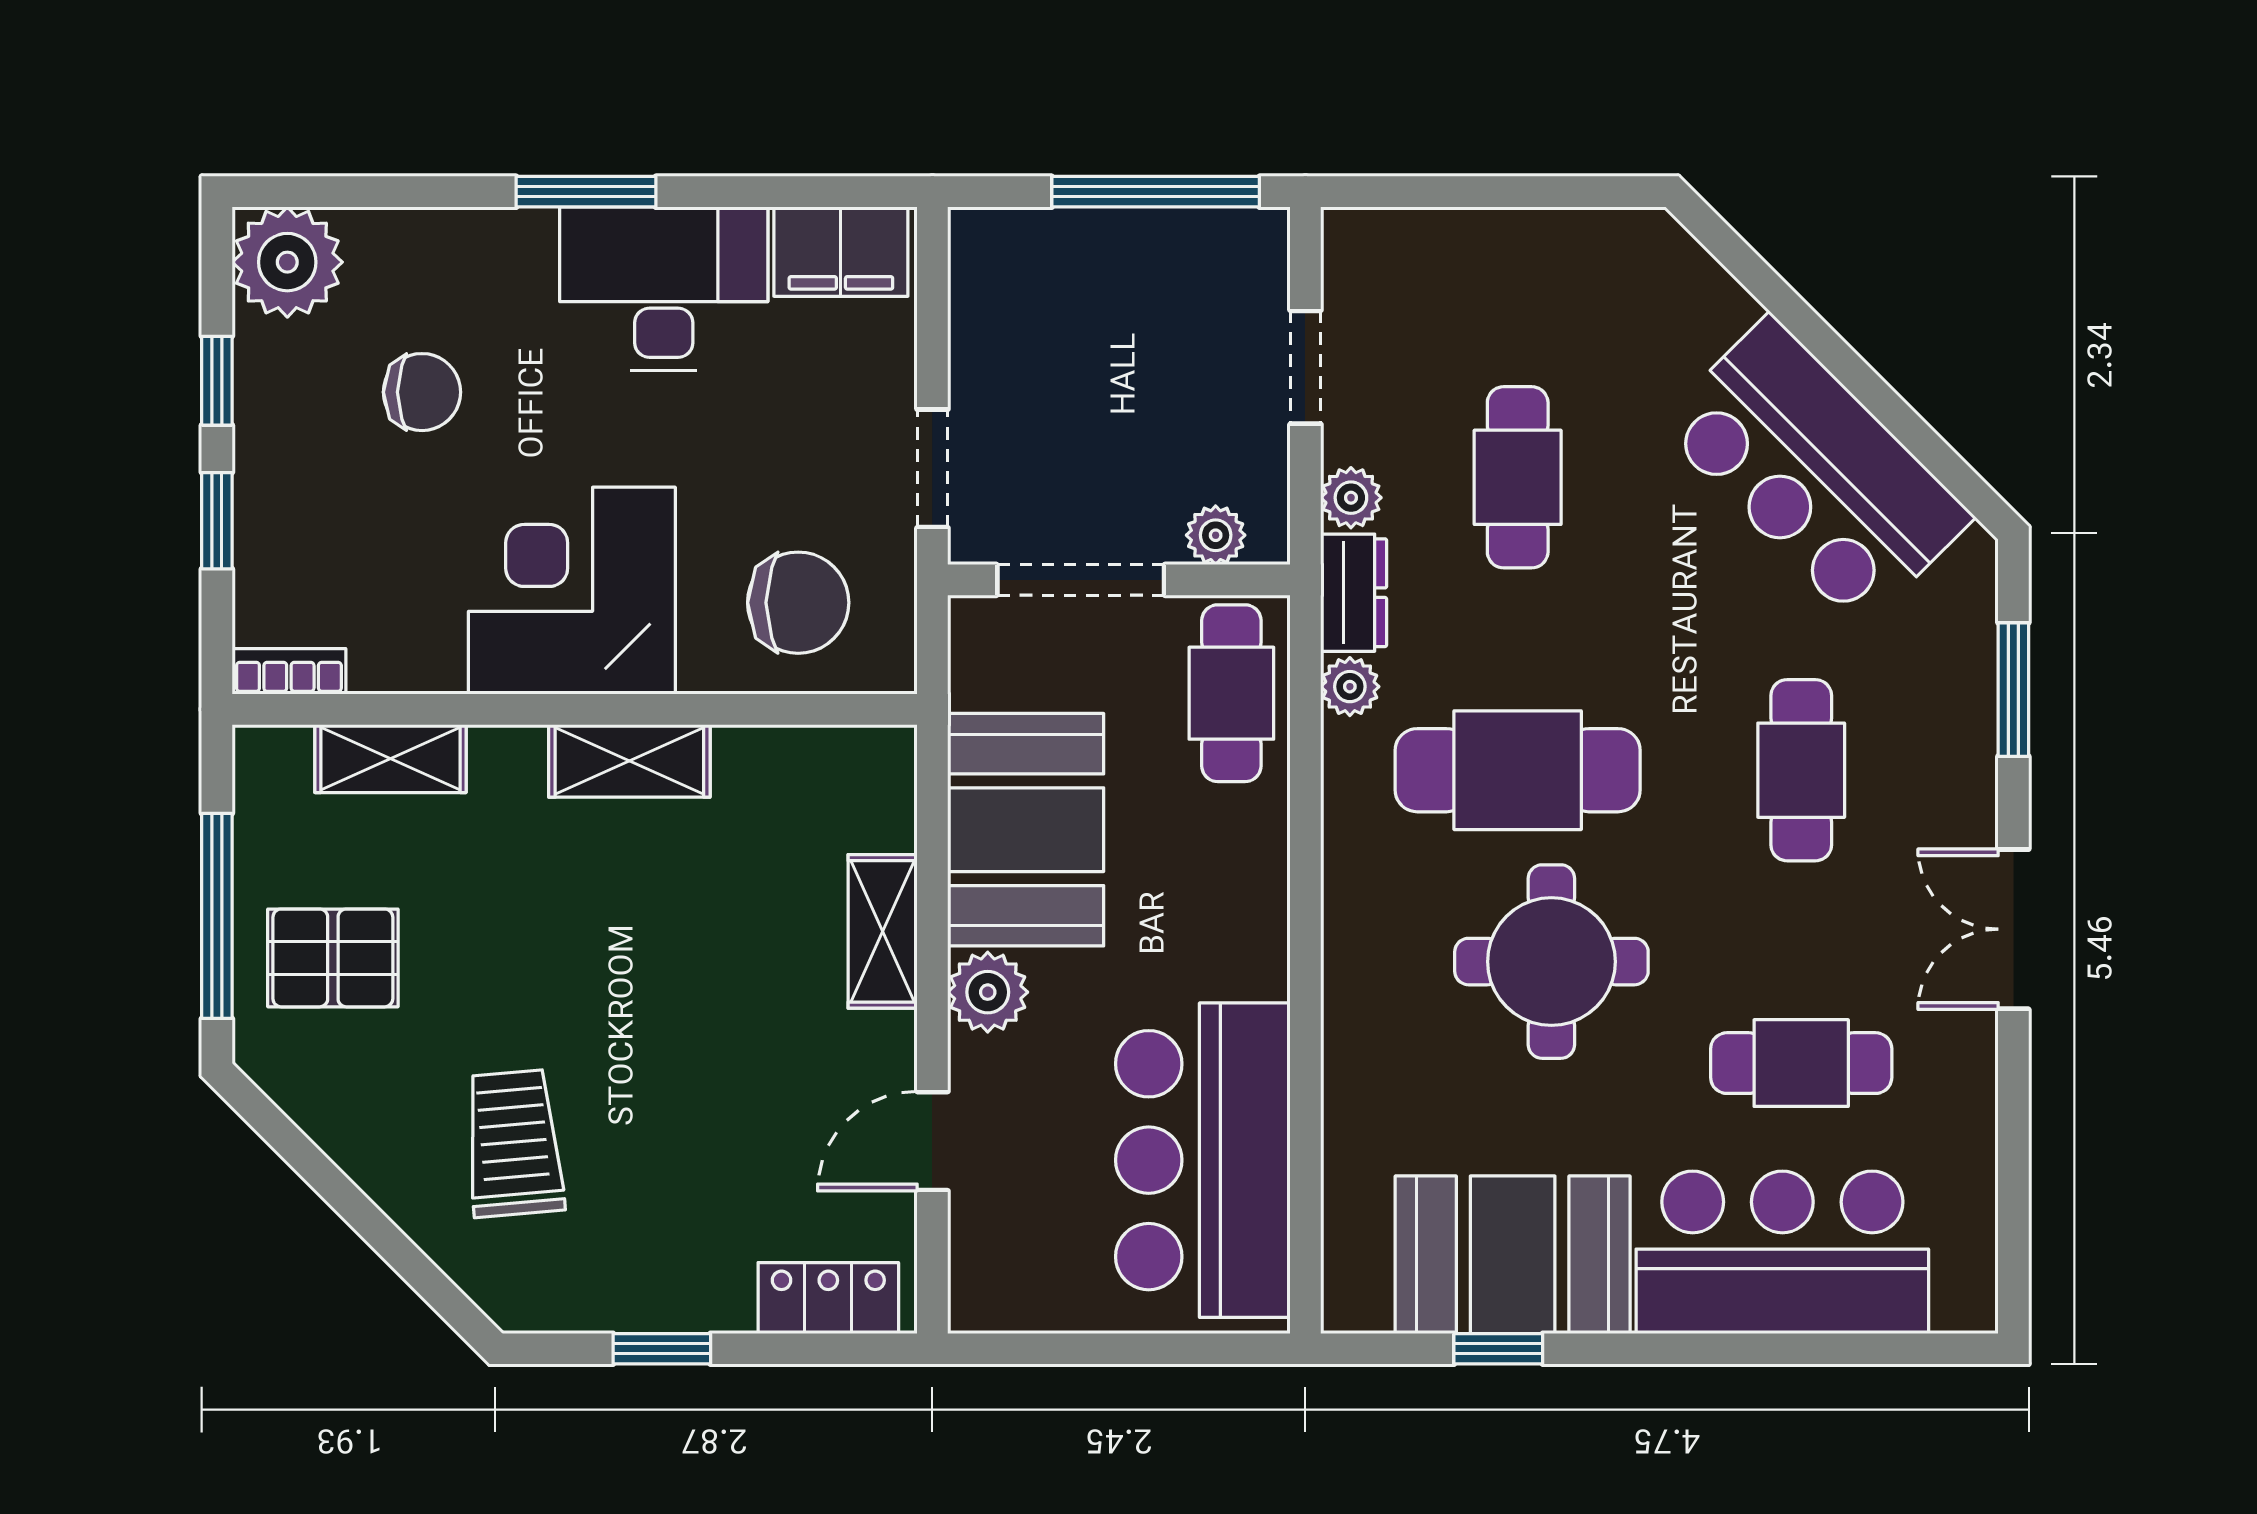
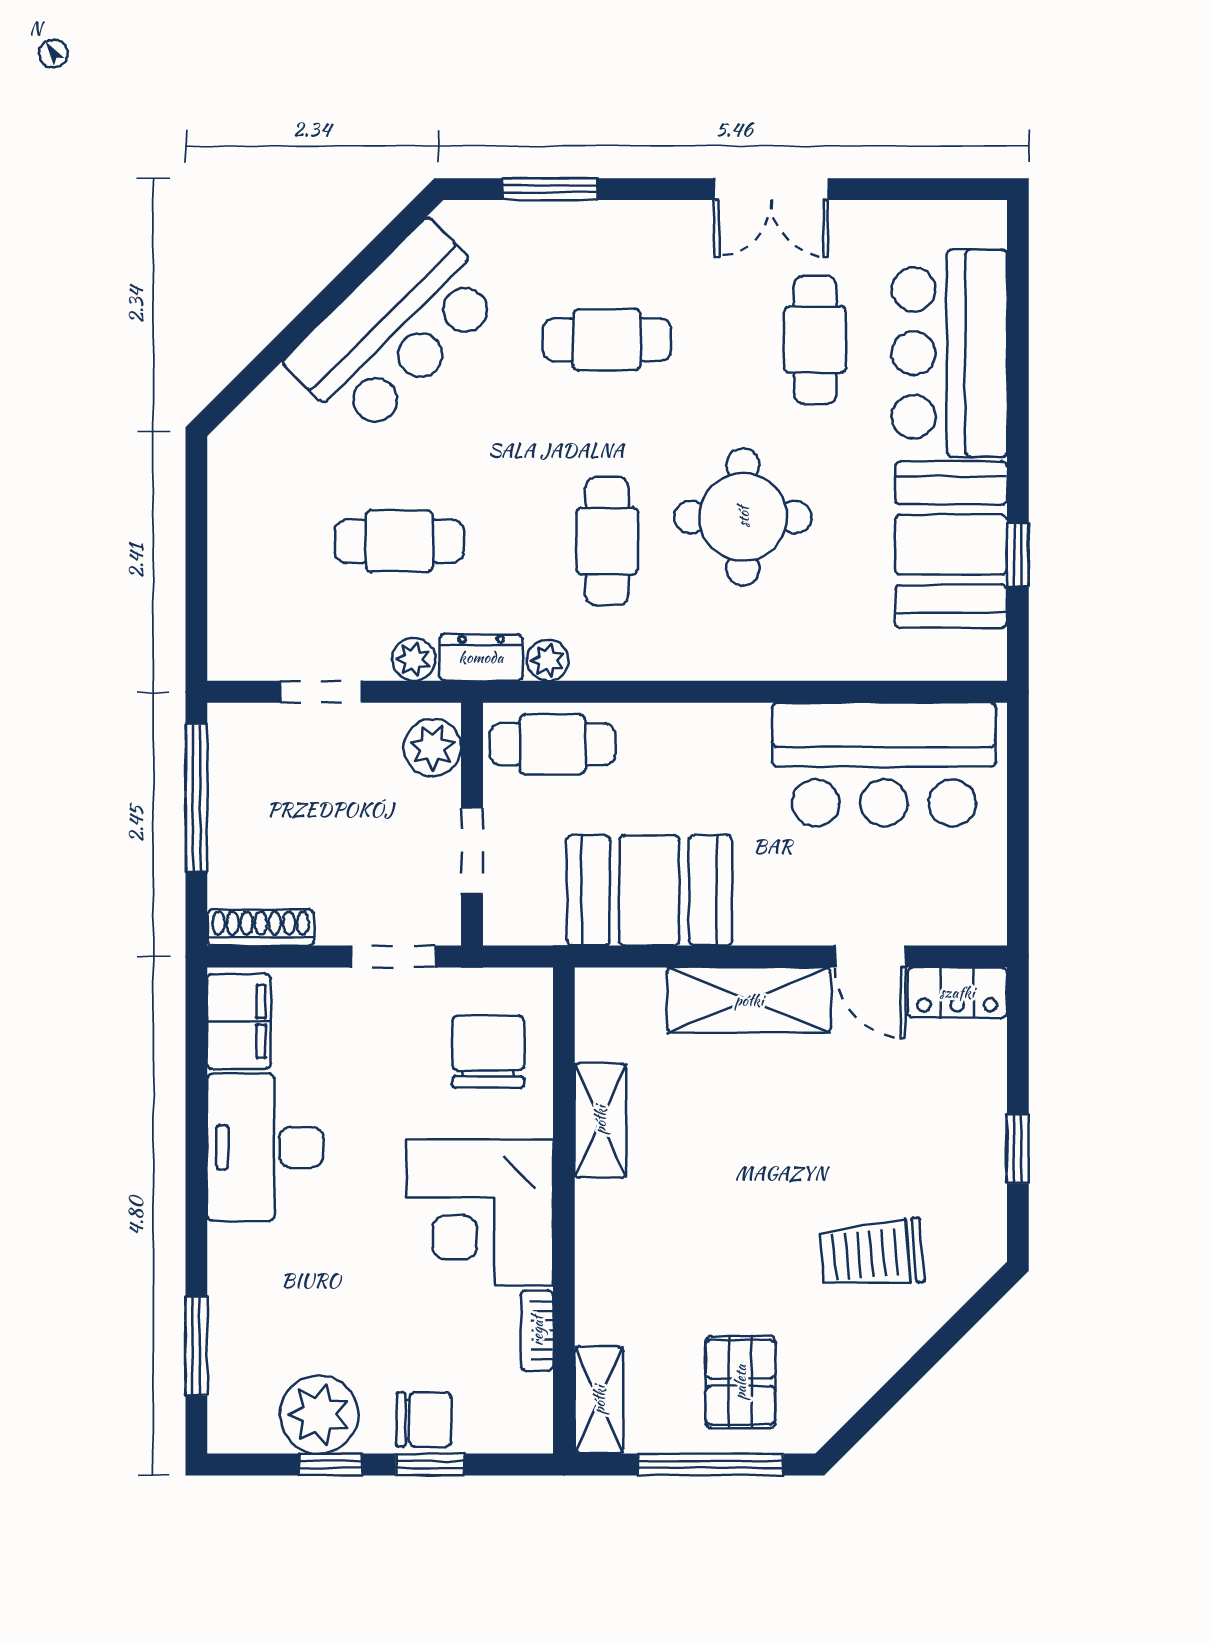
window: (586, 192) -> (196, 1346), moved
plant: (287, 262) -> (319, 1414), moved
shoe rack: (973, 282) -> (261, 927), added
chair: (422, 392) -> (424, 1419), moved, turned 90
plant: (1216, 535) -> (432, 748), width x1.38, depth x1.38
doorway: (1081, 580) -> (472, 851), width x0.73
bookcase: (289, 671) -> (537, 1331), moved
shelving: (390, 759) -> (599, 1400), moved
shelving: (629, 761) -> (600, 1120), moved
cafe table: (1518, 770) -> (607, 541), width x0.73, depth x0.74
double door: (2013, 929) -> (771, 189), moved
shelving: (883, 931) -> (749, 1000), width x1.50, depth x1.33
plant: (988, 992) -> (765, 917), removed
locker: (828, 1298) -> (957, 992), moved, turned -90

